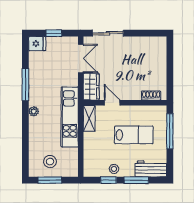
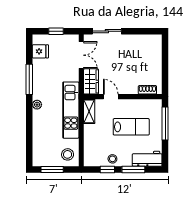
fridge: (37, 44) -> (40, 51), moved
stool: (50, 162) -> (68, 154), moved

